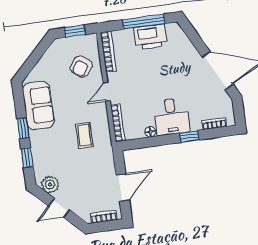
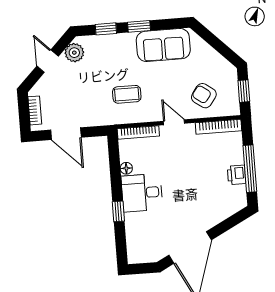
printer: (151, 37) -> (237, 175), width x0.53, depth x0.68
bookcase: (214, 124) -> (131, 240), removed

